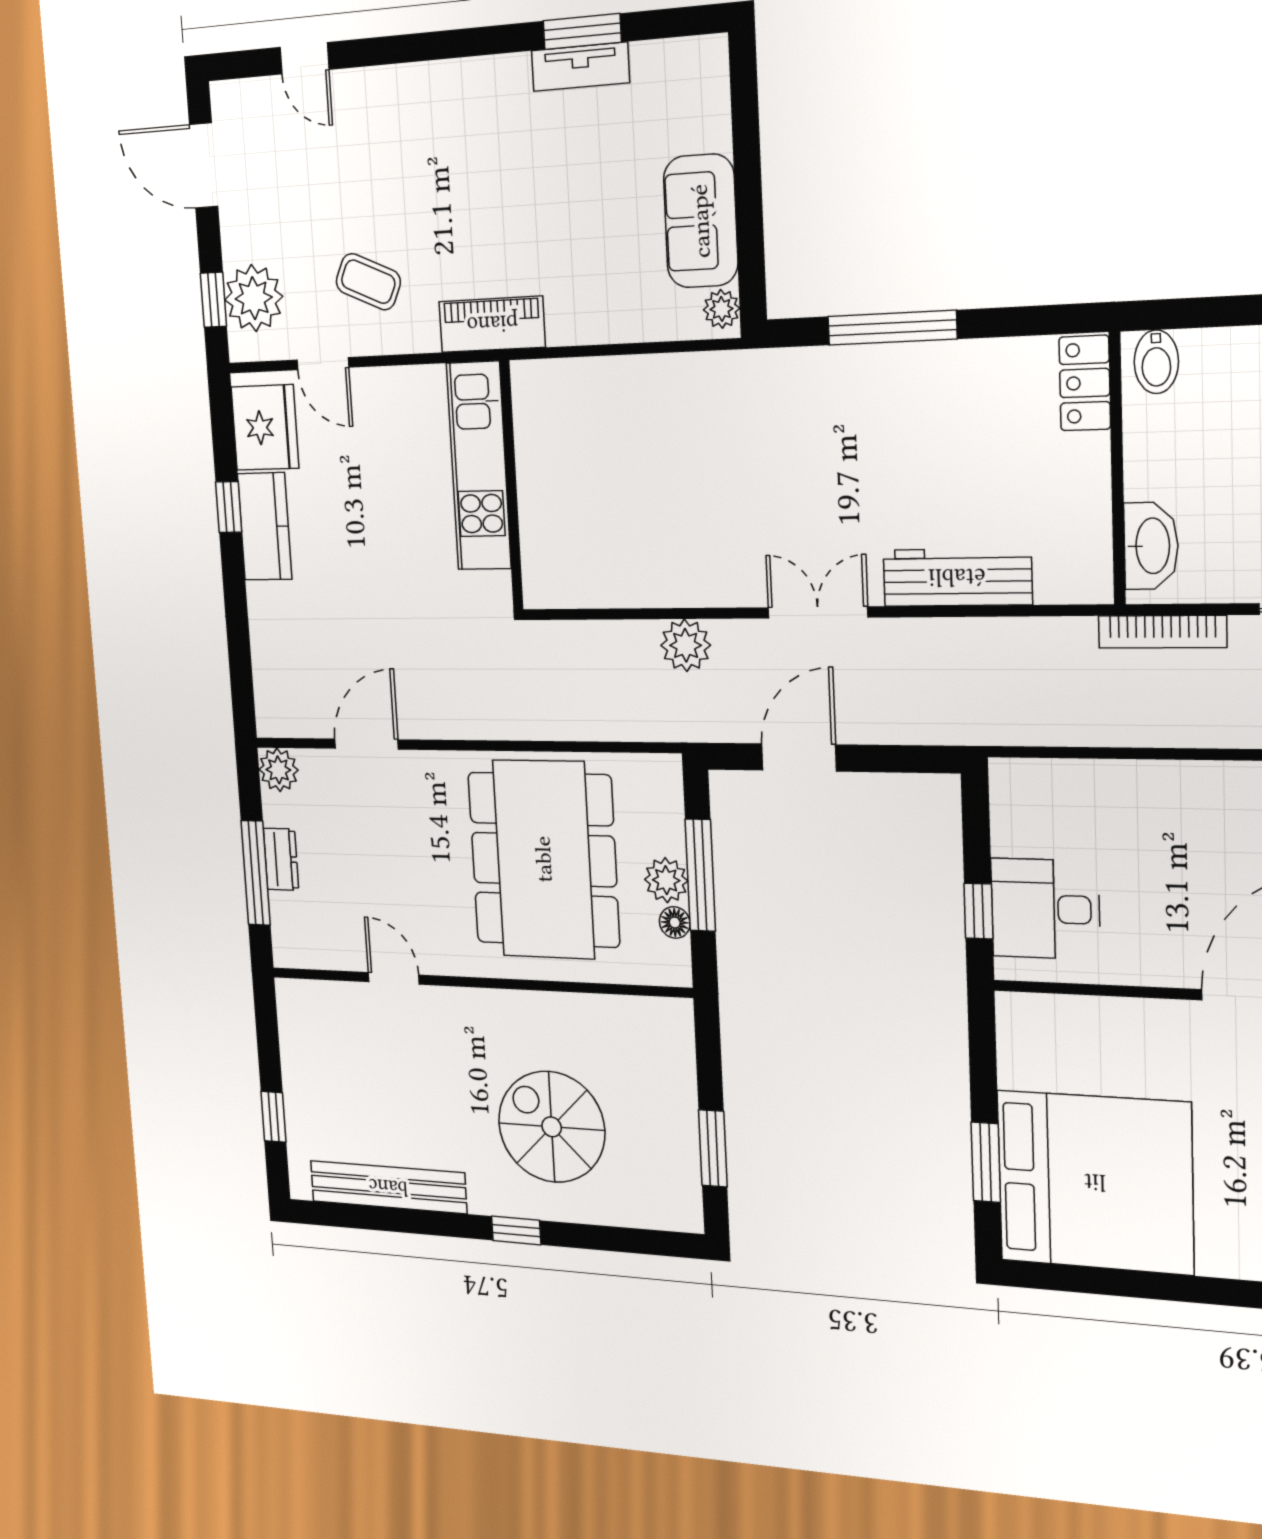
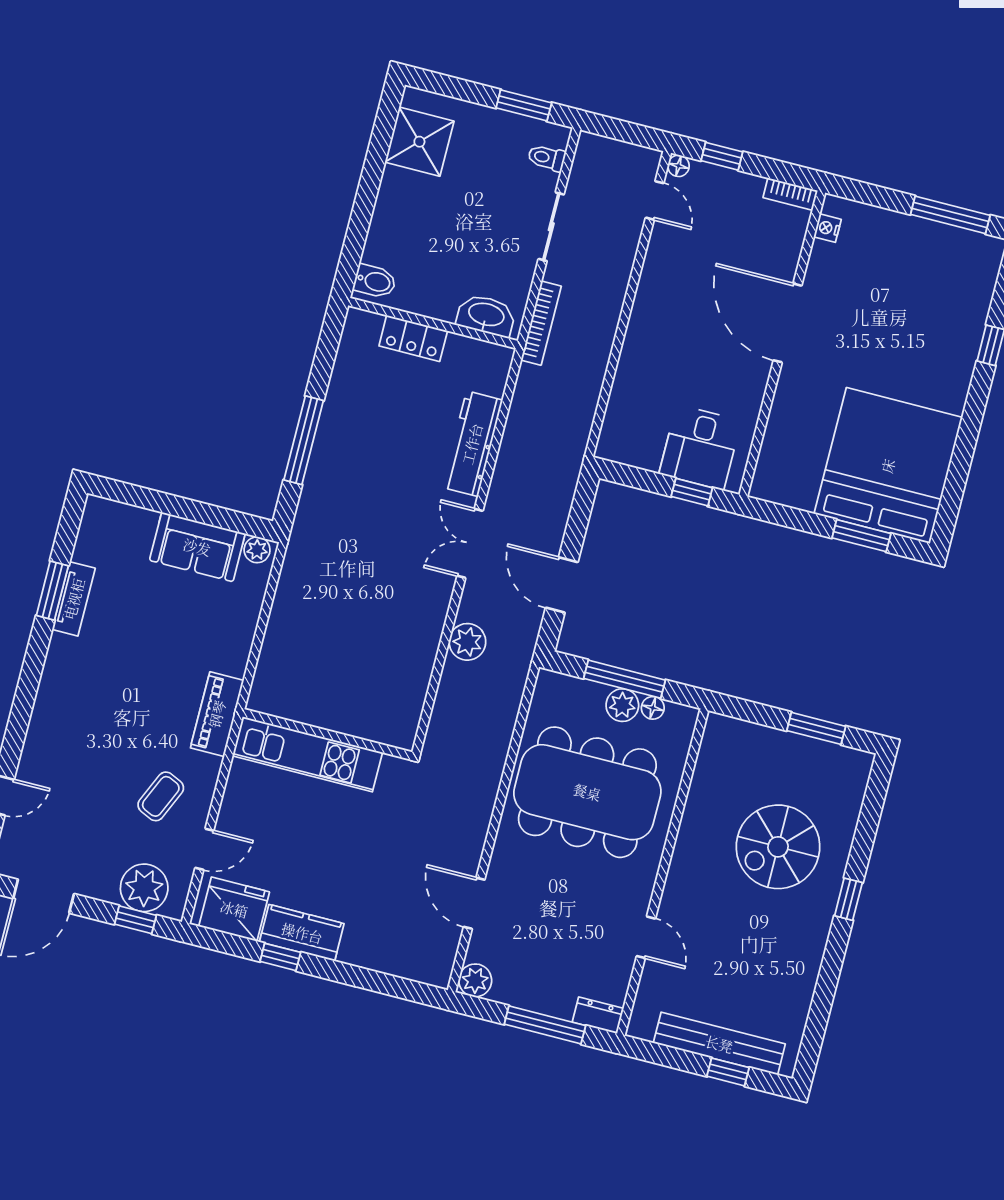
locker: (1085, 383) -> (413, 338), moved
dresser: (281, 859) -> (598, 1015), moved
door: (394, 978) -> (646, 937), swing flipped
bench: (388, 1187) -> (719, 1044), moved, turned 90

